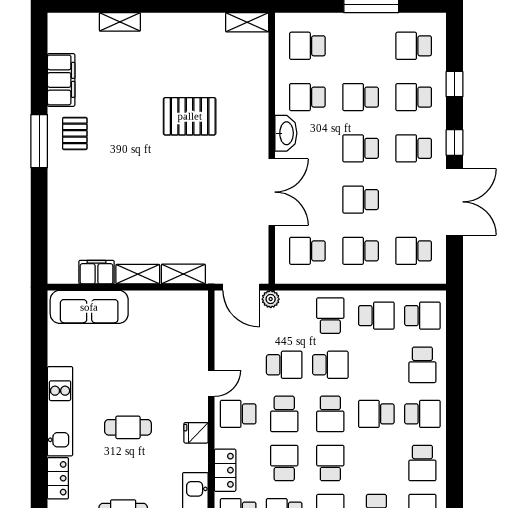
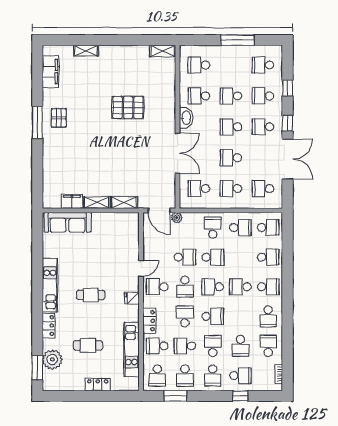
filing cabinet: (61, 80) -> (51, 72), moved
school desk: (422, 365) -> (268, 257), turned -90
school desk: (330, 414) -> (213, 287), turned 90
school desk: (330, 463) -> (213, 316), turned 90

